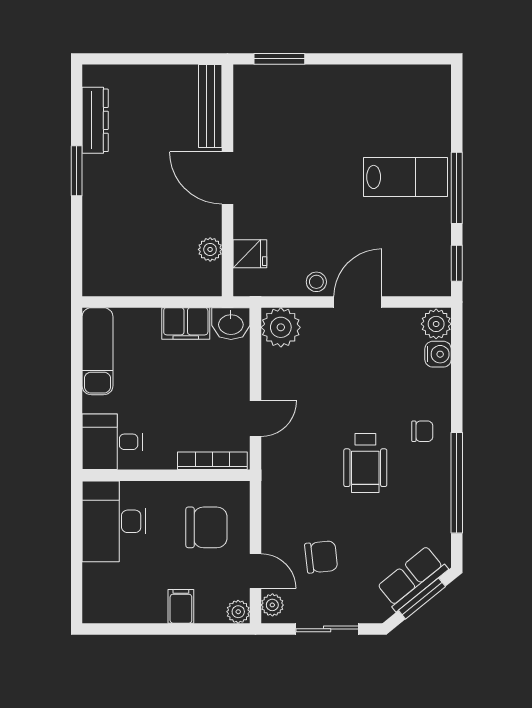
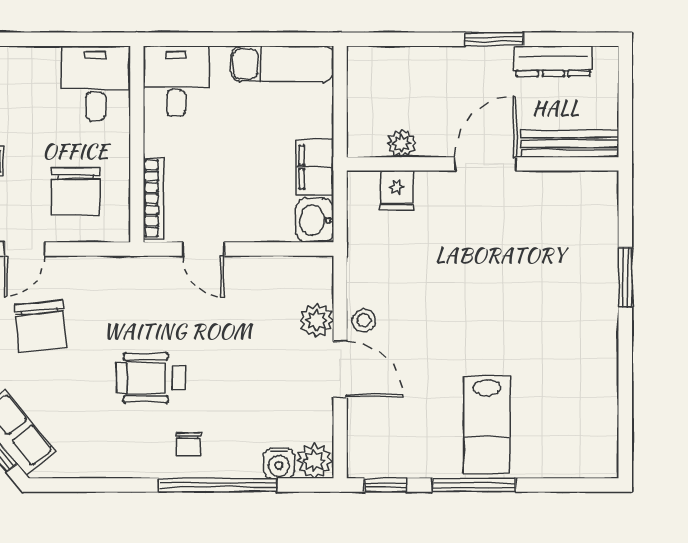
bench: (210, 106) -> (570, 144), moved
door: (228, 178) -> (486, 164), moved
wall: (228, 180) -> (483, 164), moved
plant: (210, 249) -> (402, 143), moved
fridge: (250, 254) -> (397, 190), moved
plant: (281, 327) -> (317, 320), moved, width x0.73, depth x0.73
window: (457, 483) -> (218, 485), moved
desk: (114, 521) -> (96, 83), width x0.73
chair: (321, 557) -> (41, 326), width x1.37, depth x1.37

